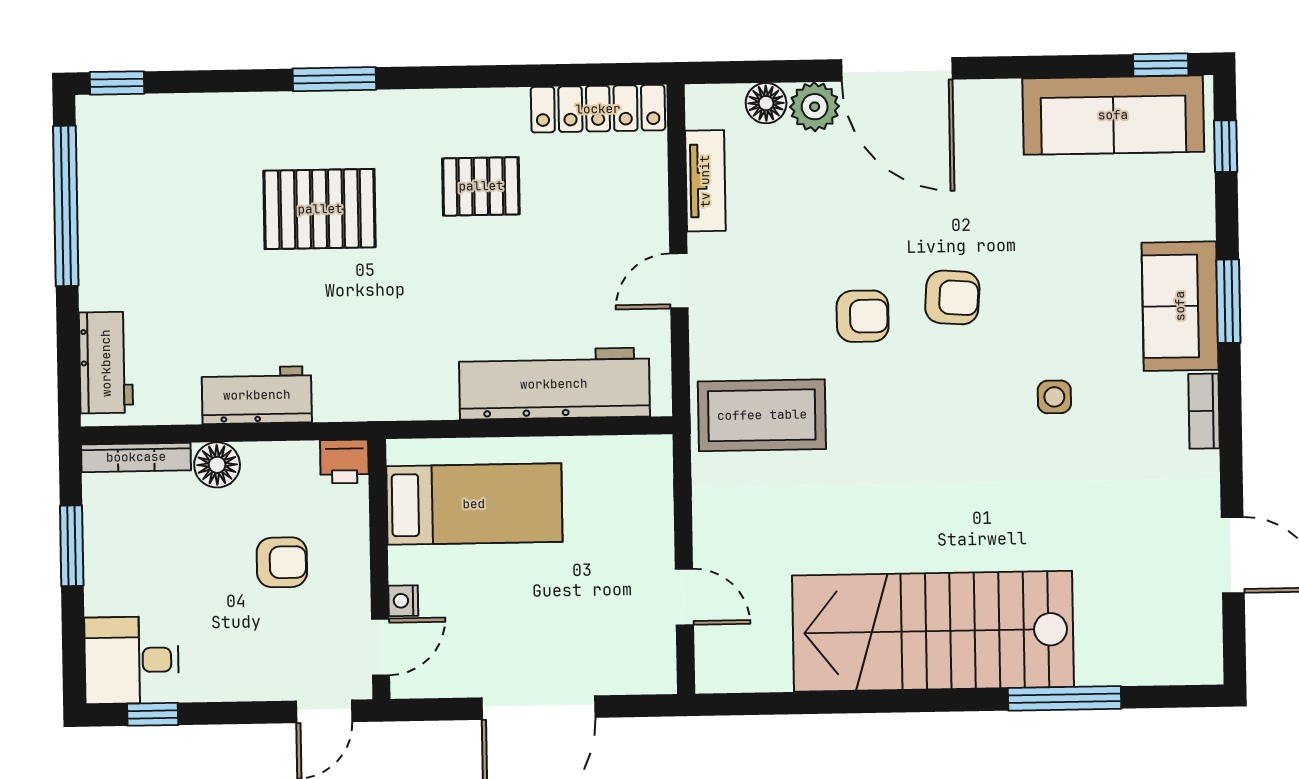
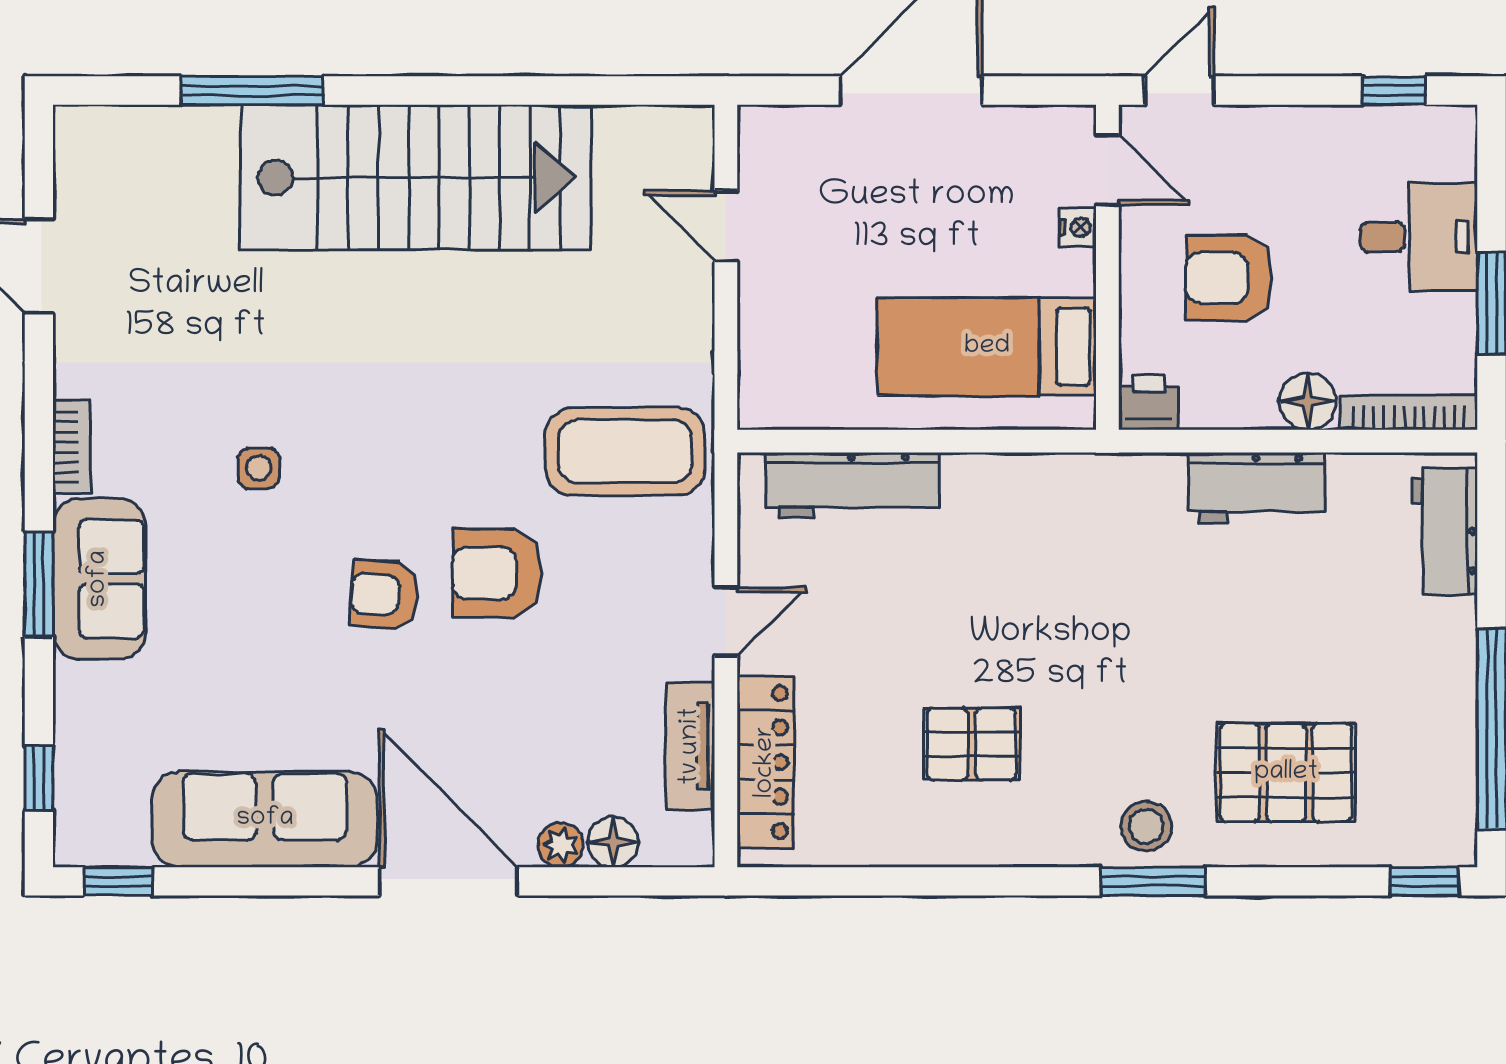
plant: (815, 107) -> (561, 845), width x0.73, depth x0.73
locker: (598, 109) -> (766, 762), moved, turned 90
sofa: (1113, 115) -> (265, 819), moved
stool: (340, 123) -> (1146, 826), added
pallet: (320, 209) -> (1286, 773), moved
armchair: (863, 316) -> (497, 573), width x1.38, depth x1.38
workbench: (554, 384) -> (852, 485), width x0.73, depth x0.76
armchair: (282, 562) -> (1229, 278), width x1.38, depth x1.38
door: (381, 647) -> (1107, 170), swing flipped
desk: (132, 660) -> (1419, 237), moved

